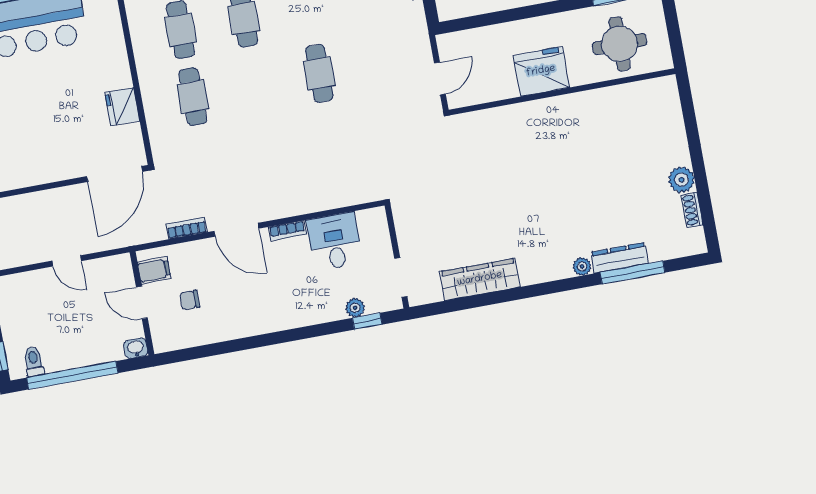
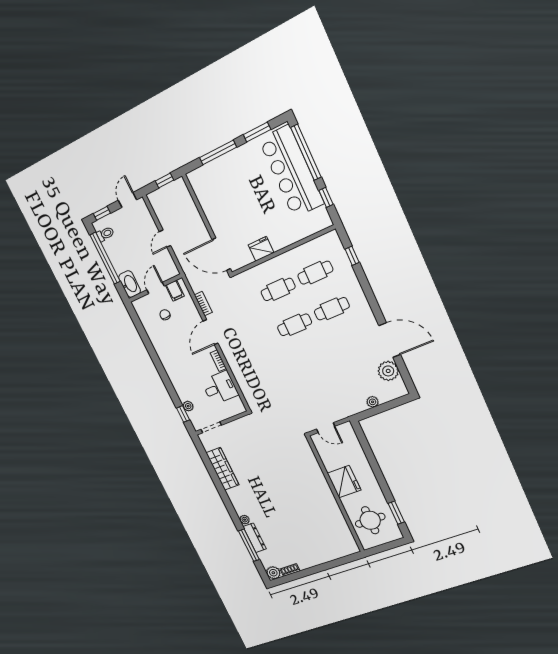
cafe table: (319, 73) -> (295, 325), moved
plant: (682, 180) -> (273, 573), moved
washbasin: (136, 348) -> (130, 284), width x1.91, depth x1.45

